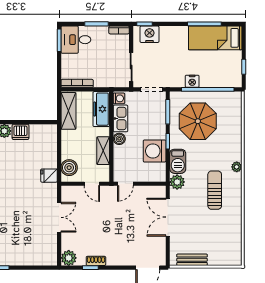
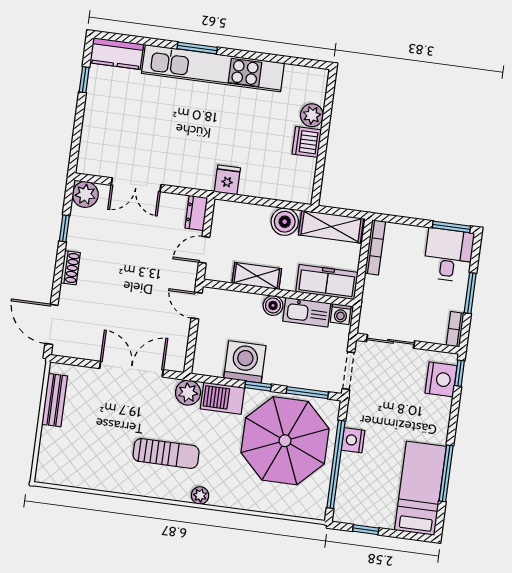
parasol: (198, 121) -> (285, 441), width x1.36, depth x1.36
boiler: (69, 168) -> (285, 222), moved
dresser: (71, 191) -> (196, 213), added
double door: (59, 217) -> (136, 185), moved
shoe rack: (96, 261) -> (70, 268), moved

